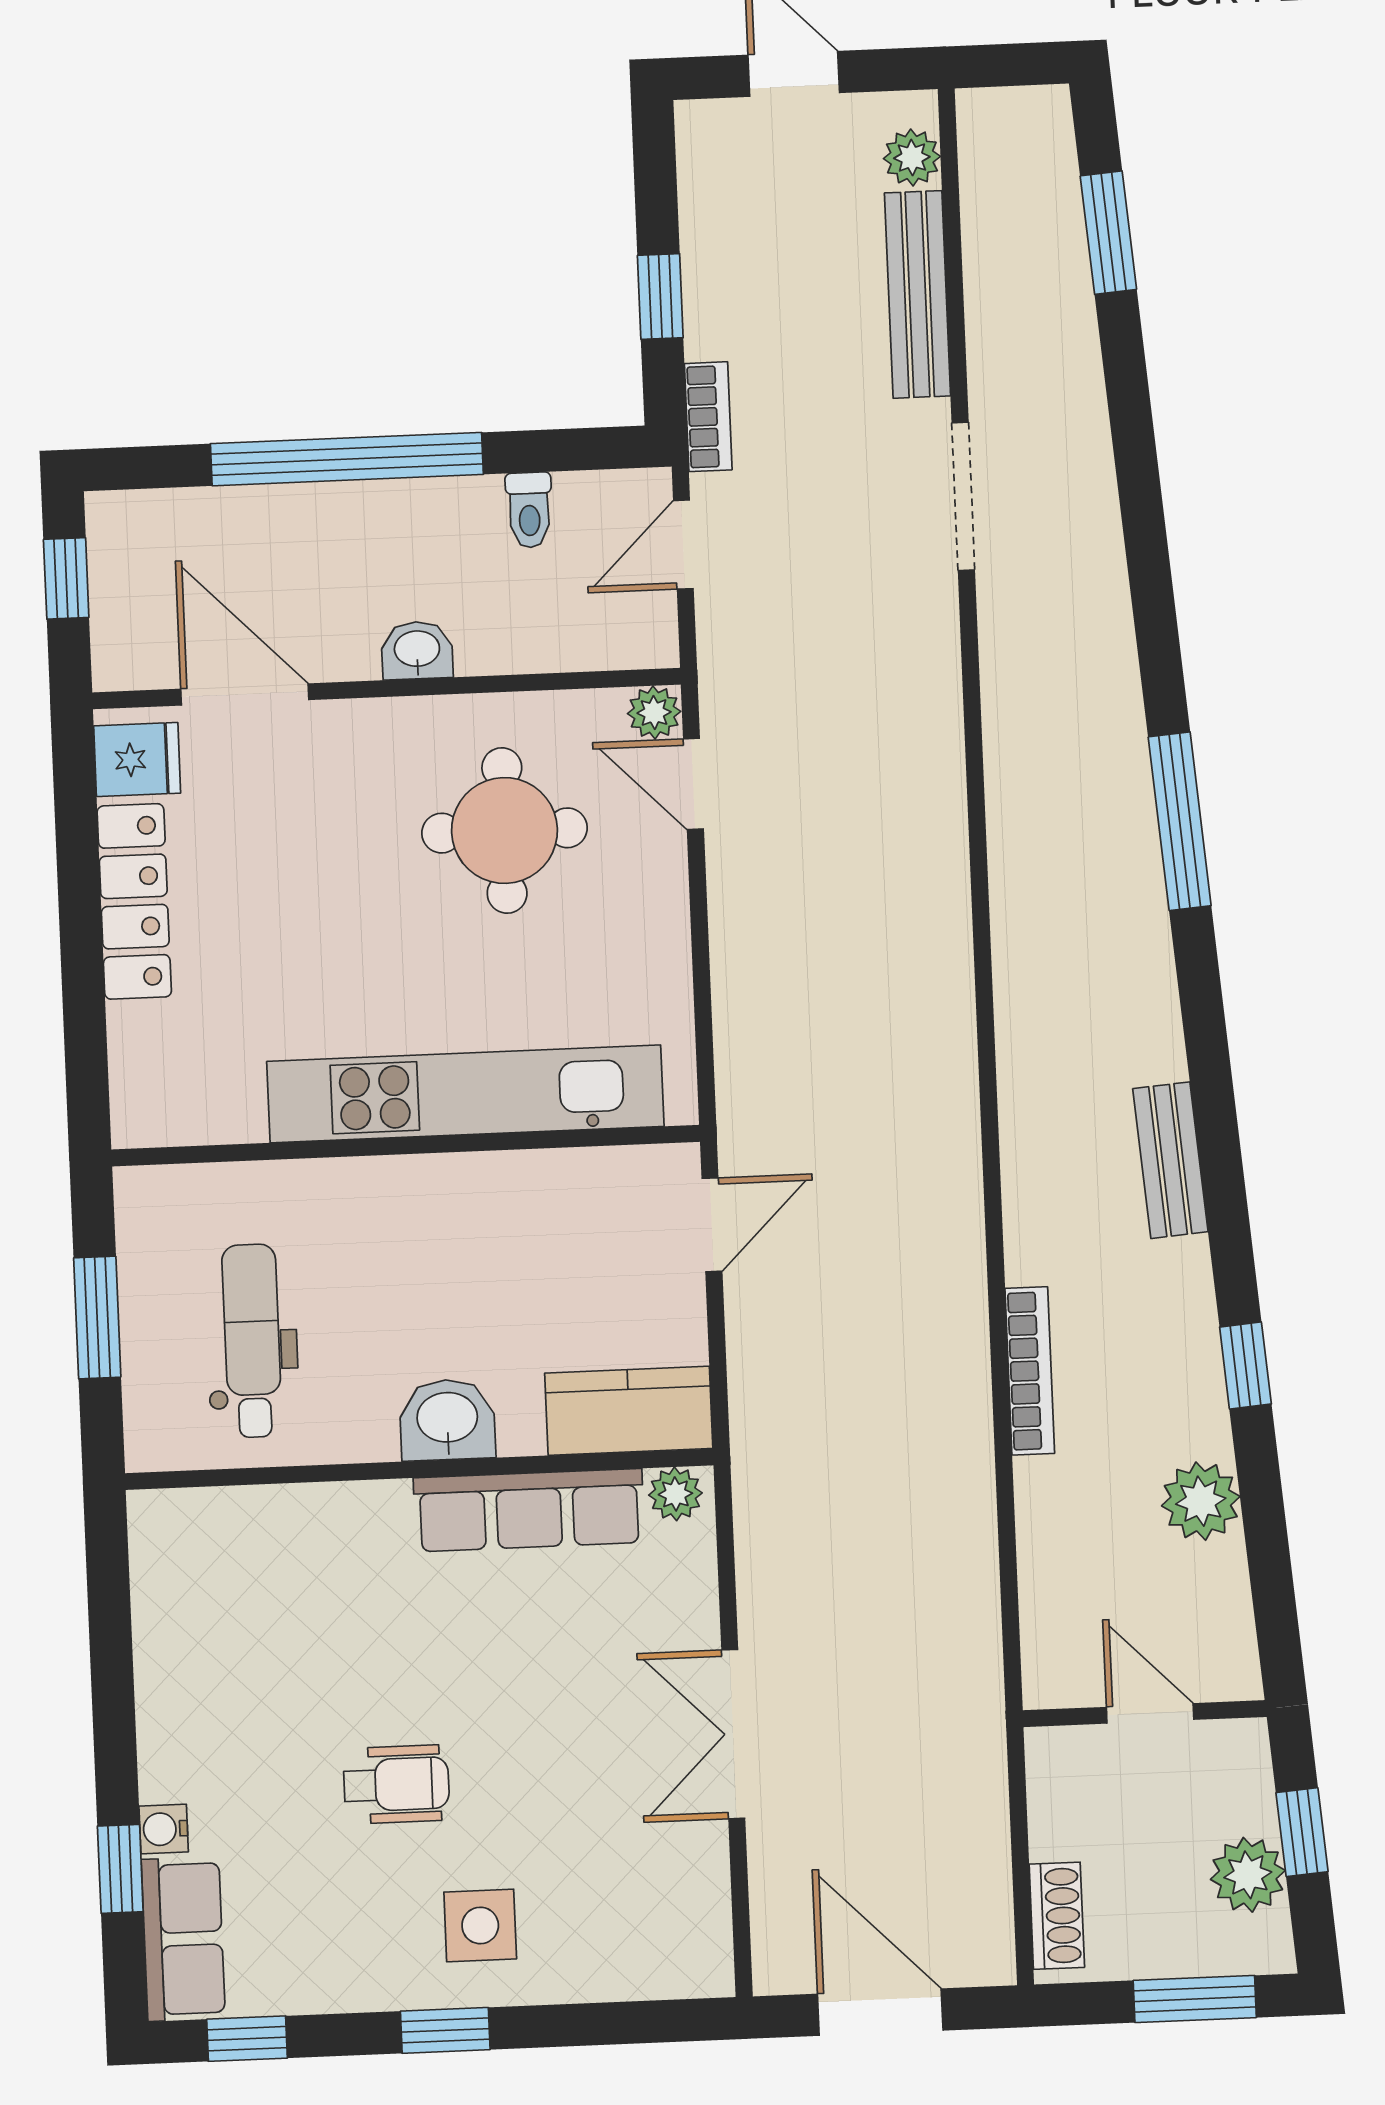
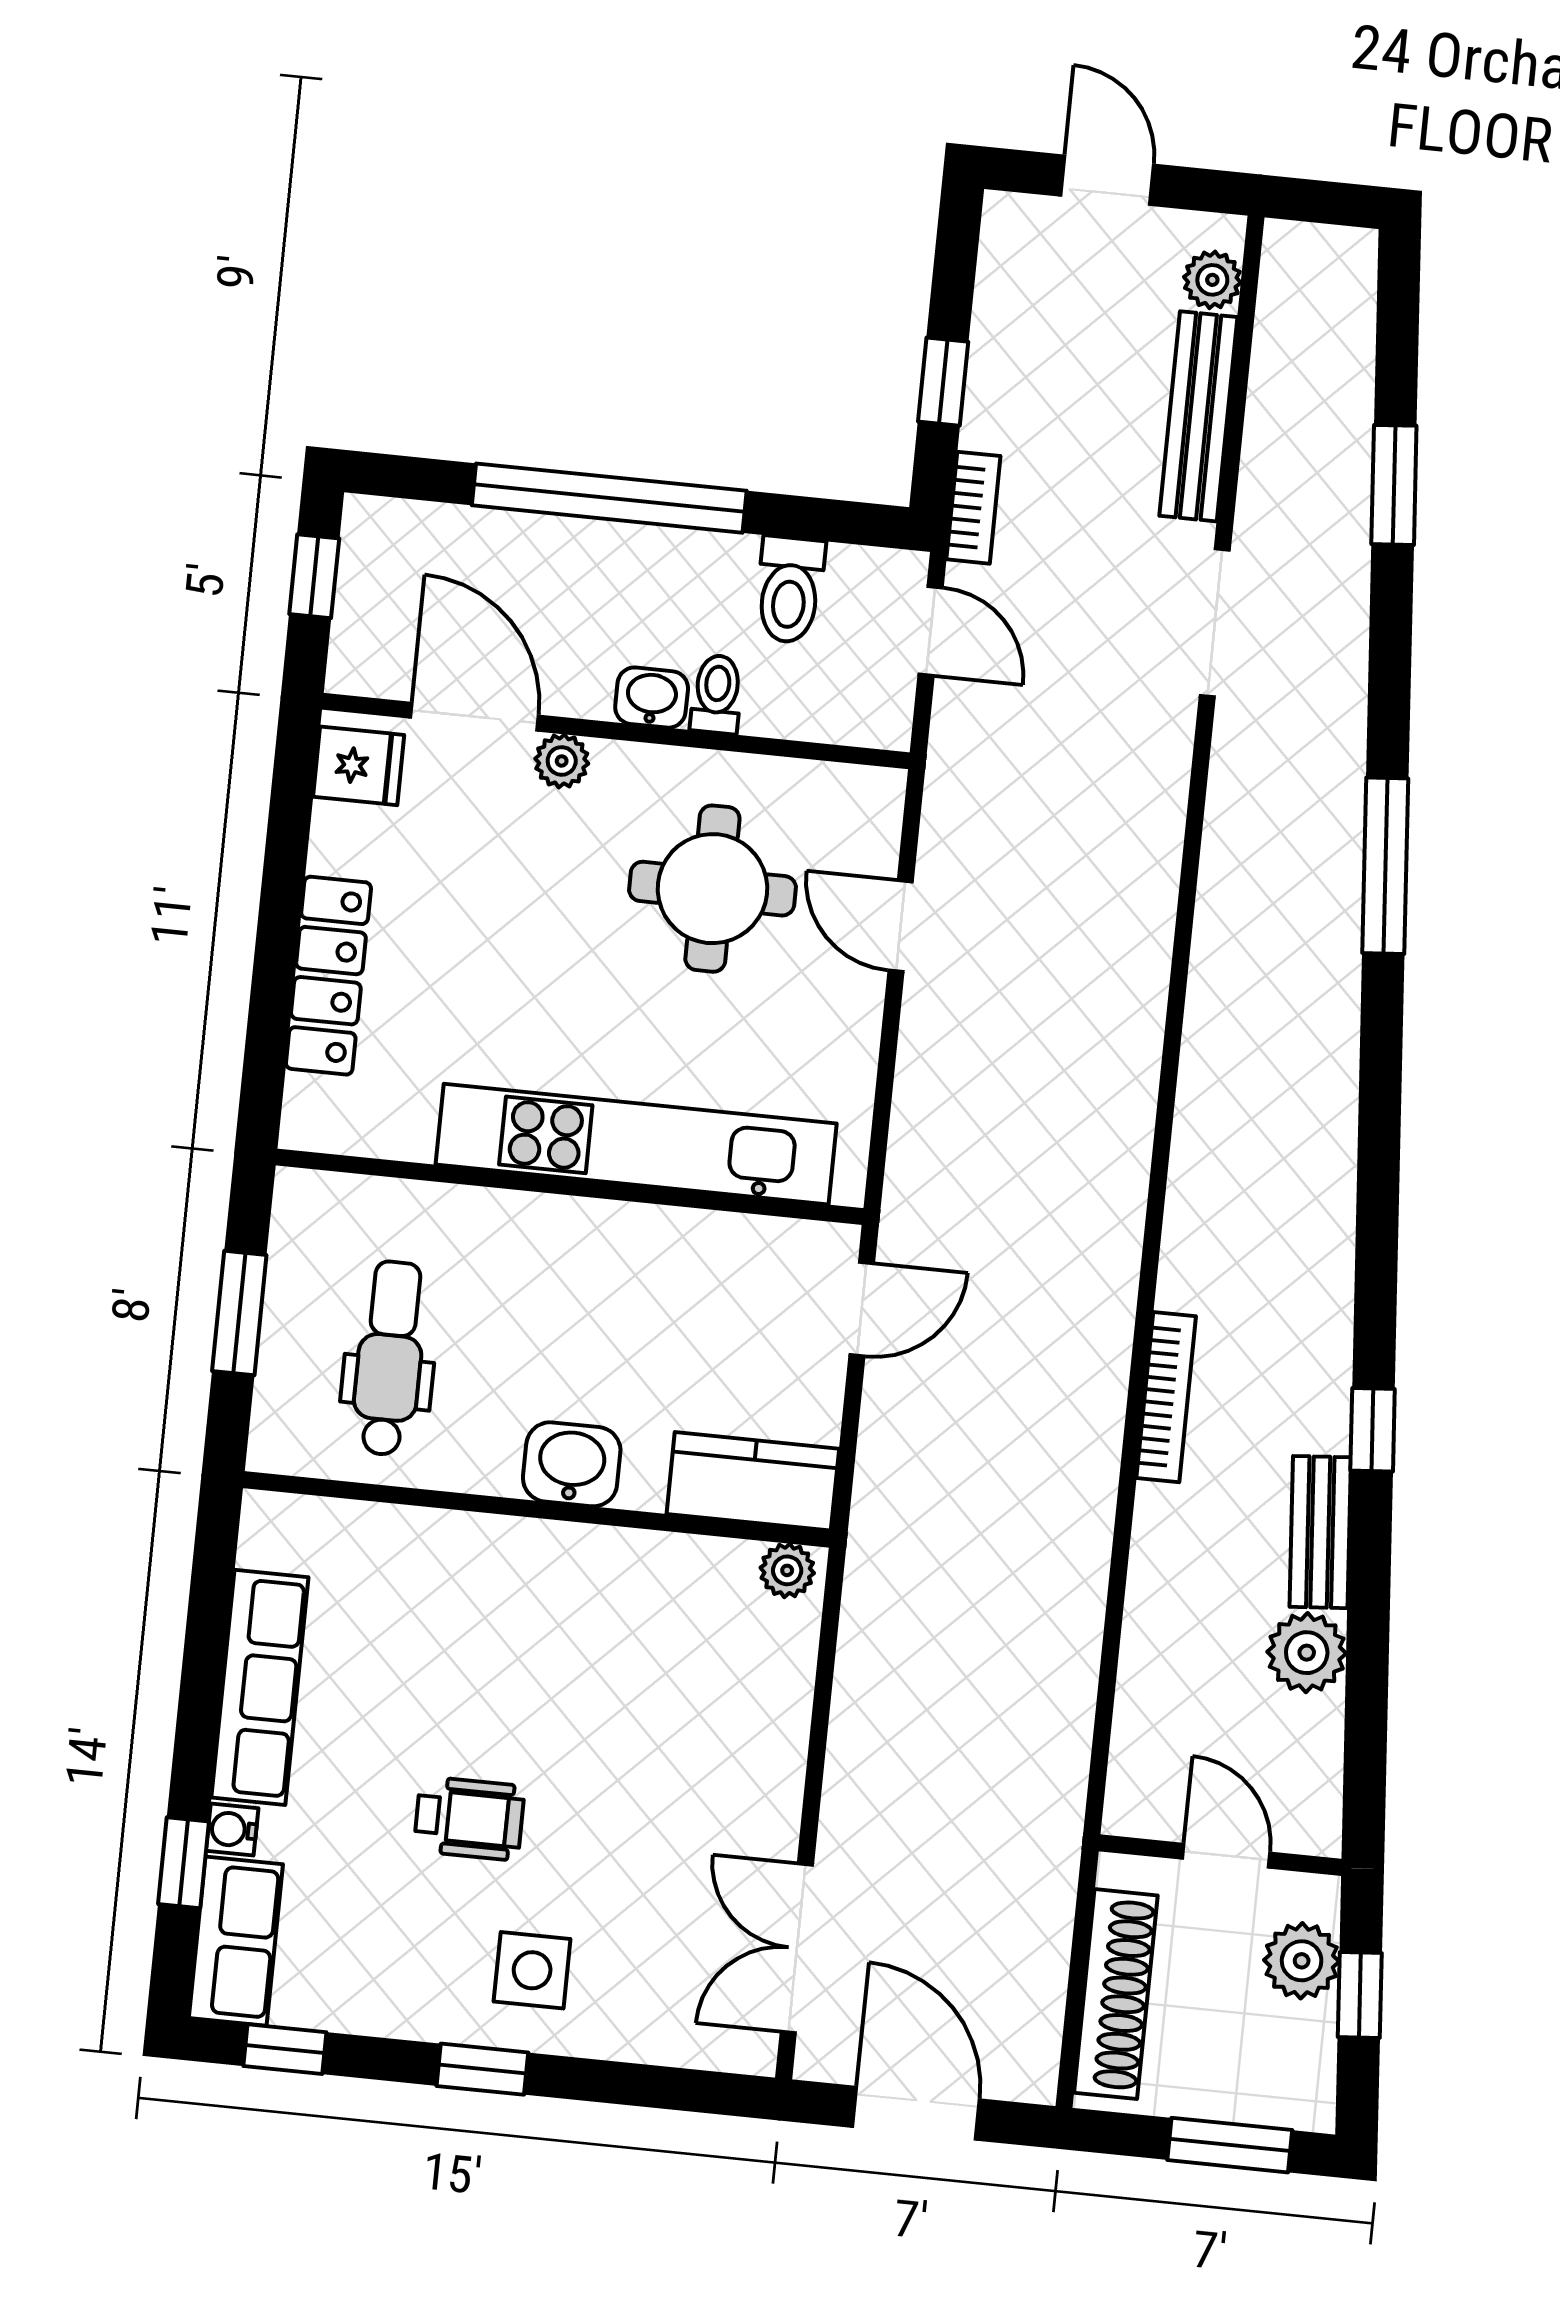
window: (1108, 233) -> (1394, 485), moved
toilet: (529, 510) -> (790, 590), width x1.37, depth x1.39
door: (683, 545) -> (931, 631), swing flipped
toilet: (481, 638) -> (717, 694), added
plant: (654, 713) -> (562, 761), moved
door: (693, 784) -> (901, 926), moved
window: (1180, 821) -> (1385, 866), moved
locker: (134, 901) -> (328, 976), moved
bench: (1170, 1160) -> (1320, 1532), moved
window: (1245, 1366) -> (1373, 1430), moved
bookcase: (1030, 1371) -> (1166, 1397), moved
row of seats: (529, 1510) -> (260, 1687), moved, turned -90
double door: (733, 1734) -> (797, 1948), moved
plant: (1248, 1875) -> (1302, 1961), moved
shoe rack: (1057, 1916) -> (1116, 1994), width x1.94, depth x1.24

